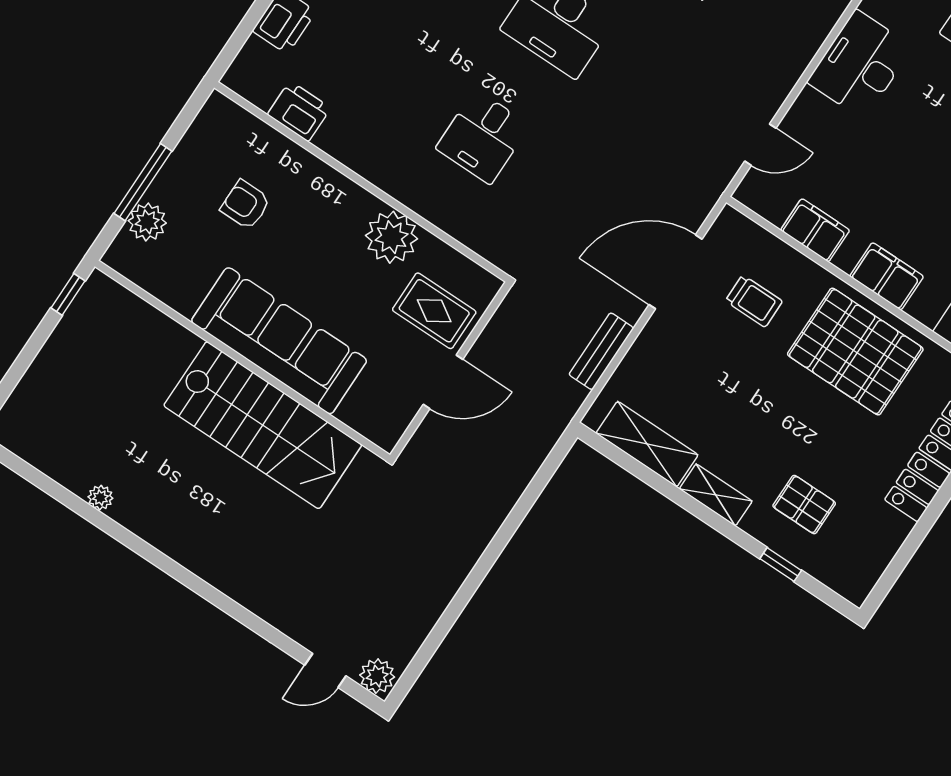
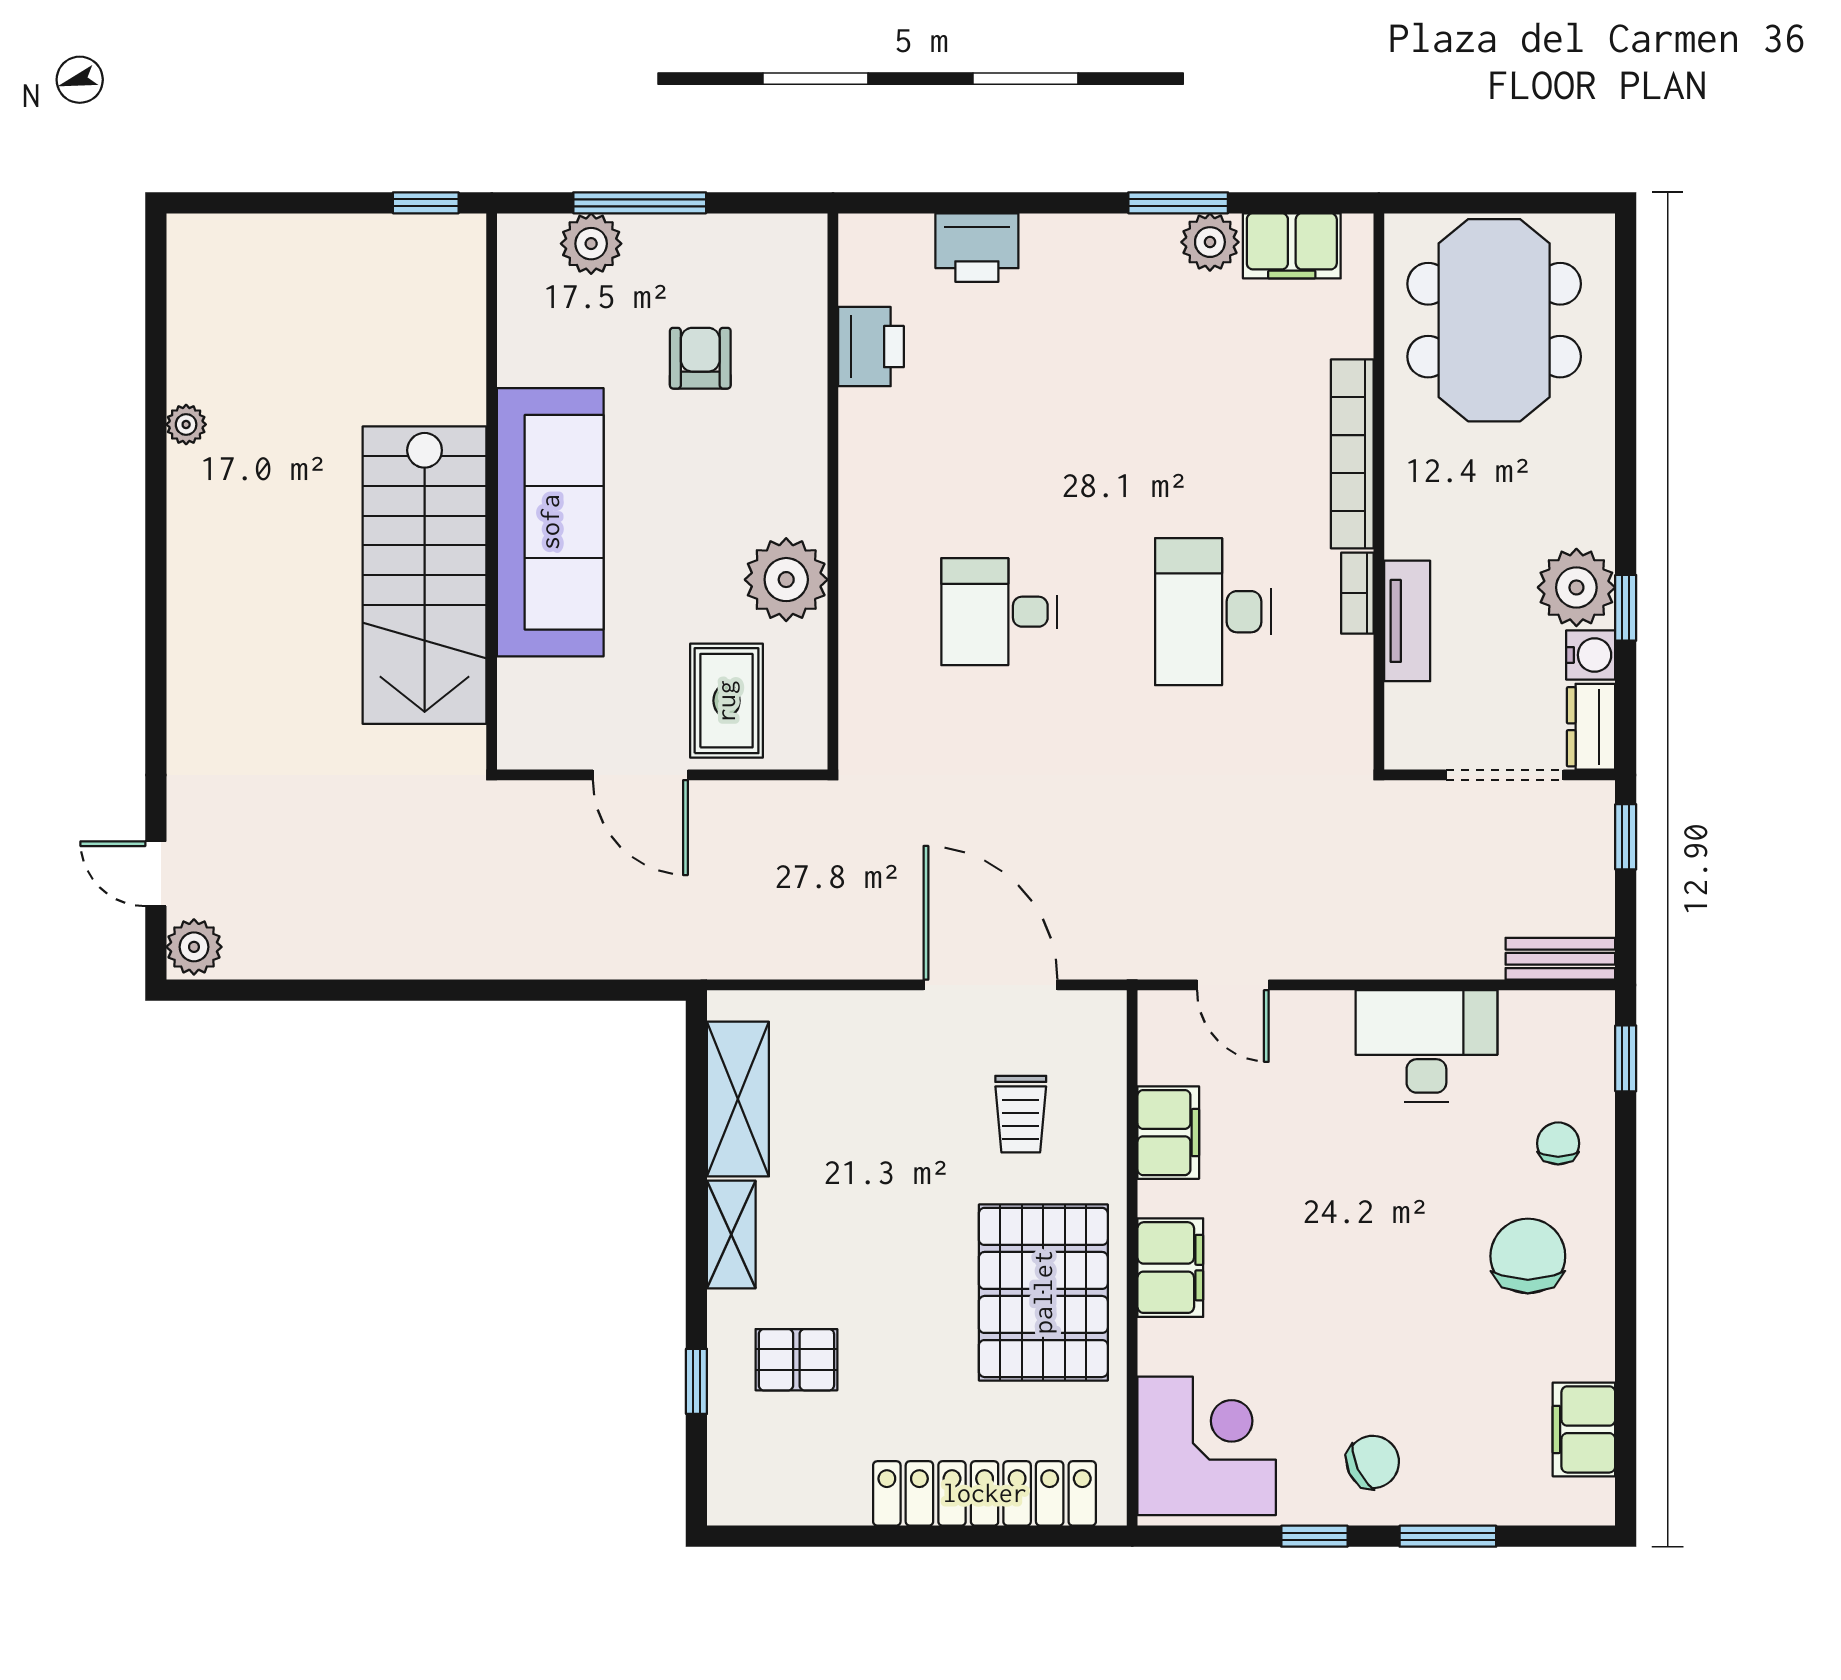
bench: (601, 351) -> (820, 957), removed
pallet: (804, 505) -> (796, 1360), turned 90

